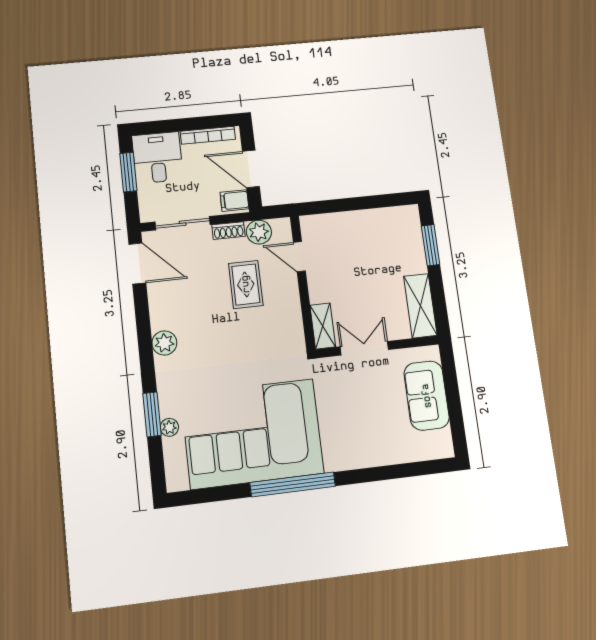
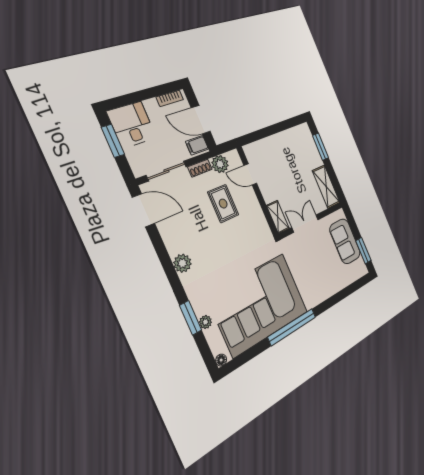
bookcase: (208, 135) -> (170, 98), width x0.64
window: (456, 421) -> (363, 251), added
floor lamp: (174, 484) -> (221, 360), added

